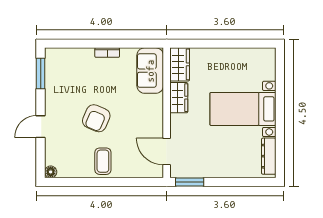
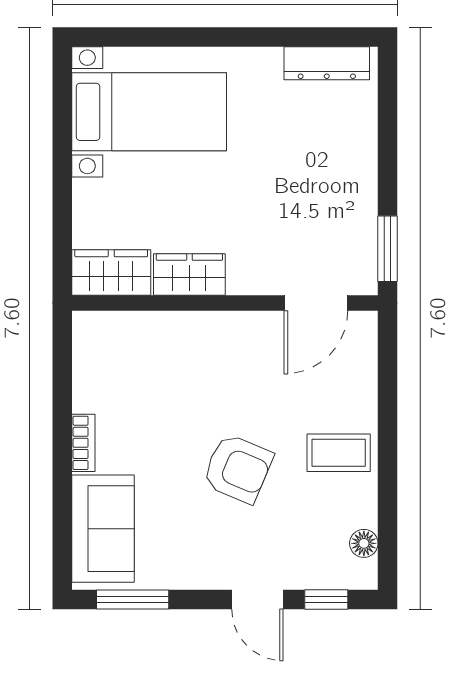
sofa: (150, 71) -> (103, 529), moved, turned -90
bed with nightstands: (243, 109) -> (149, 112), moved, turned -90
window: (41, 156) -> (326, 599), added
floor lamp: (51, 172) -> (364, 543), moved

